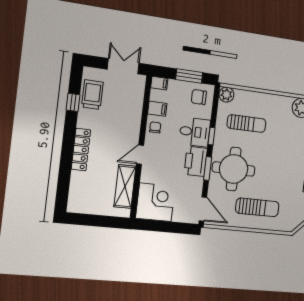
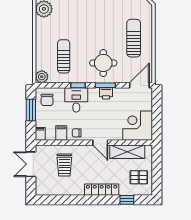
trolley: (92, 95) -> (64, 165), moved, turned -90
window: (73, 102) -> (127, 200), moved
printer: (196, 161) -> (106, 93), width x0.53, depth x0.68
round table: (234, 169) -> (103, 63), width x0.73, depth x0.73
pallet: (91, 197) -> (139, 177), added

